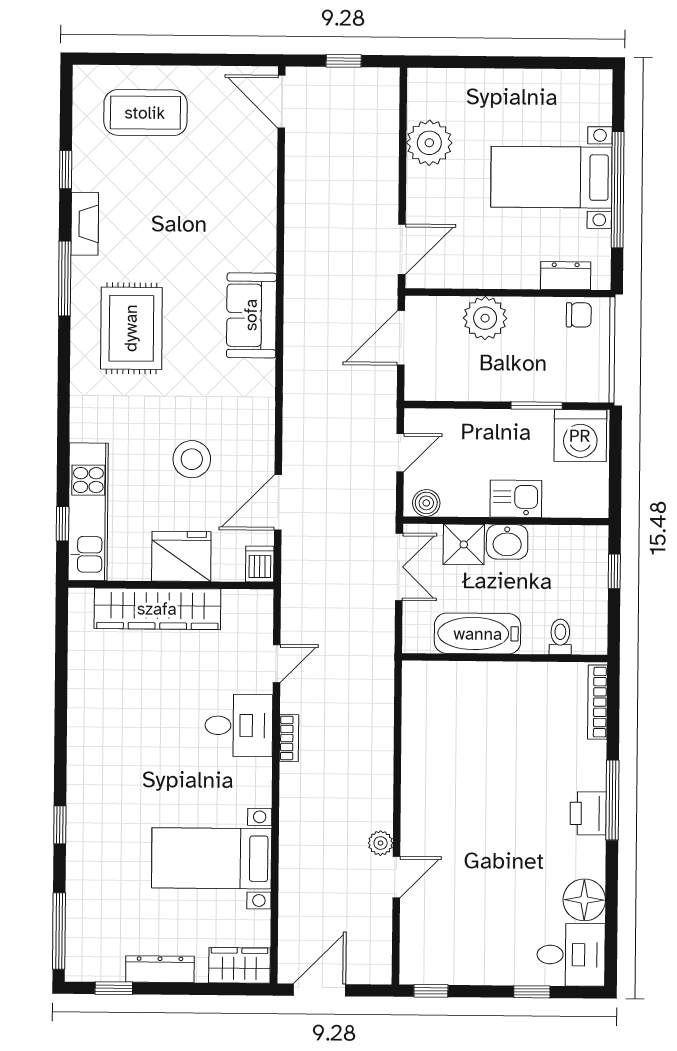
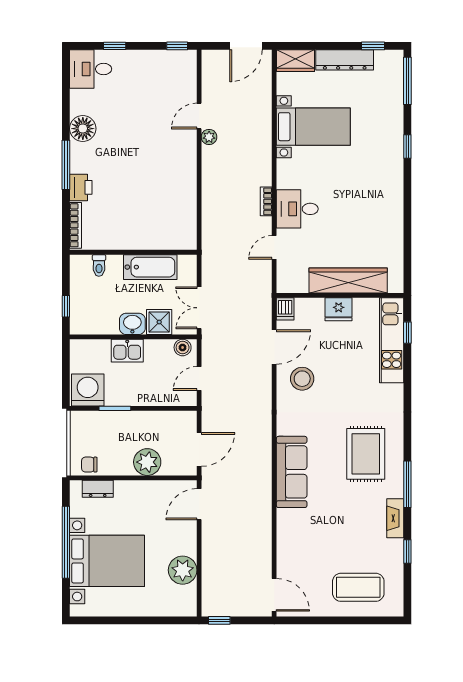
window: (344, 61) -> (219, 620), moved
bed with nightstands: (551, 177) -> (107, 561), width x1.36
sofa: (251, 315) -> (292, 472), width x1.36
stool: (192, 459) -> (302, 379), moved
fridge: (181, 556) -> (339, 309), width x0.73, depth x0.75
printer: (588, 813) -> (81, 187), moved
floor lamp: (584, 900) -> (83, 129), moved
dresser: (160, 969) -> (345, 60), width x1.37, depth x1.24

